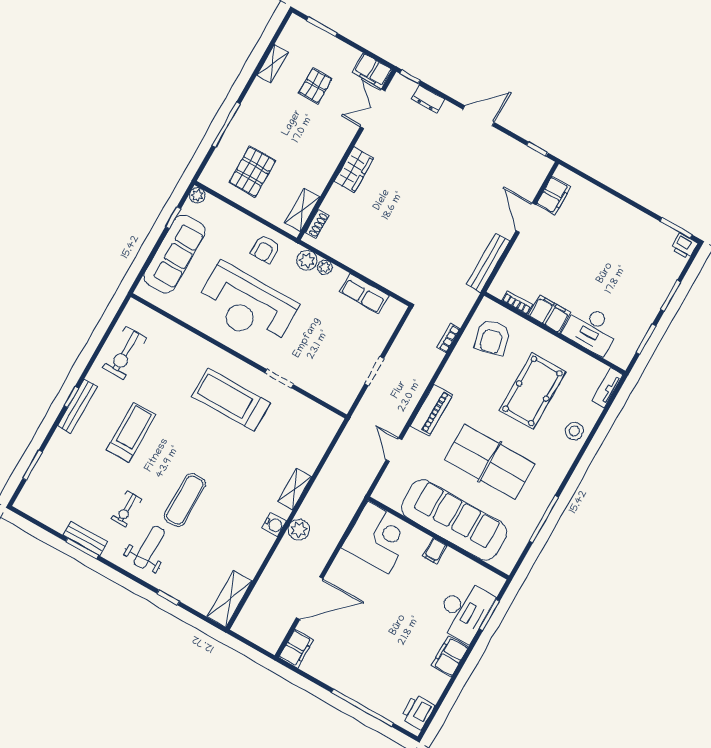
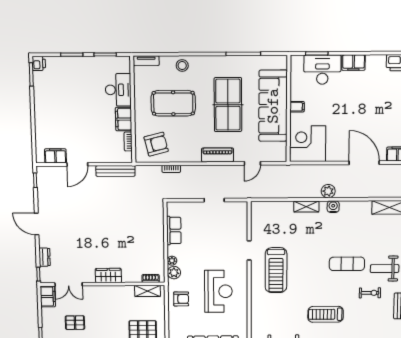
reception desk: (247, 305) -> (218, 291), width x0.74, depth x0.77

